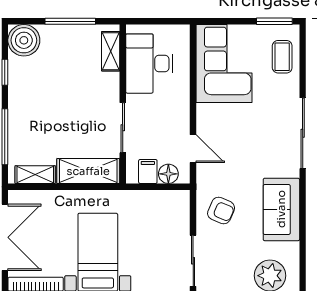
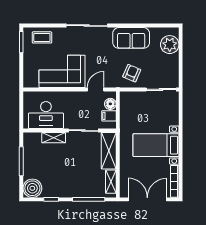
shelving: (111, 51) -> (54, 138), moved
corner sofa: (224, 64) -> (62, 71), moved

